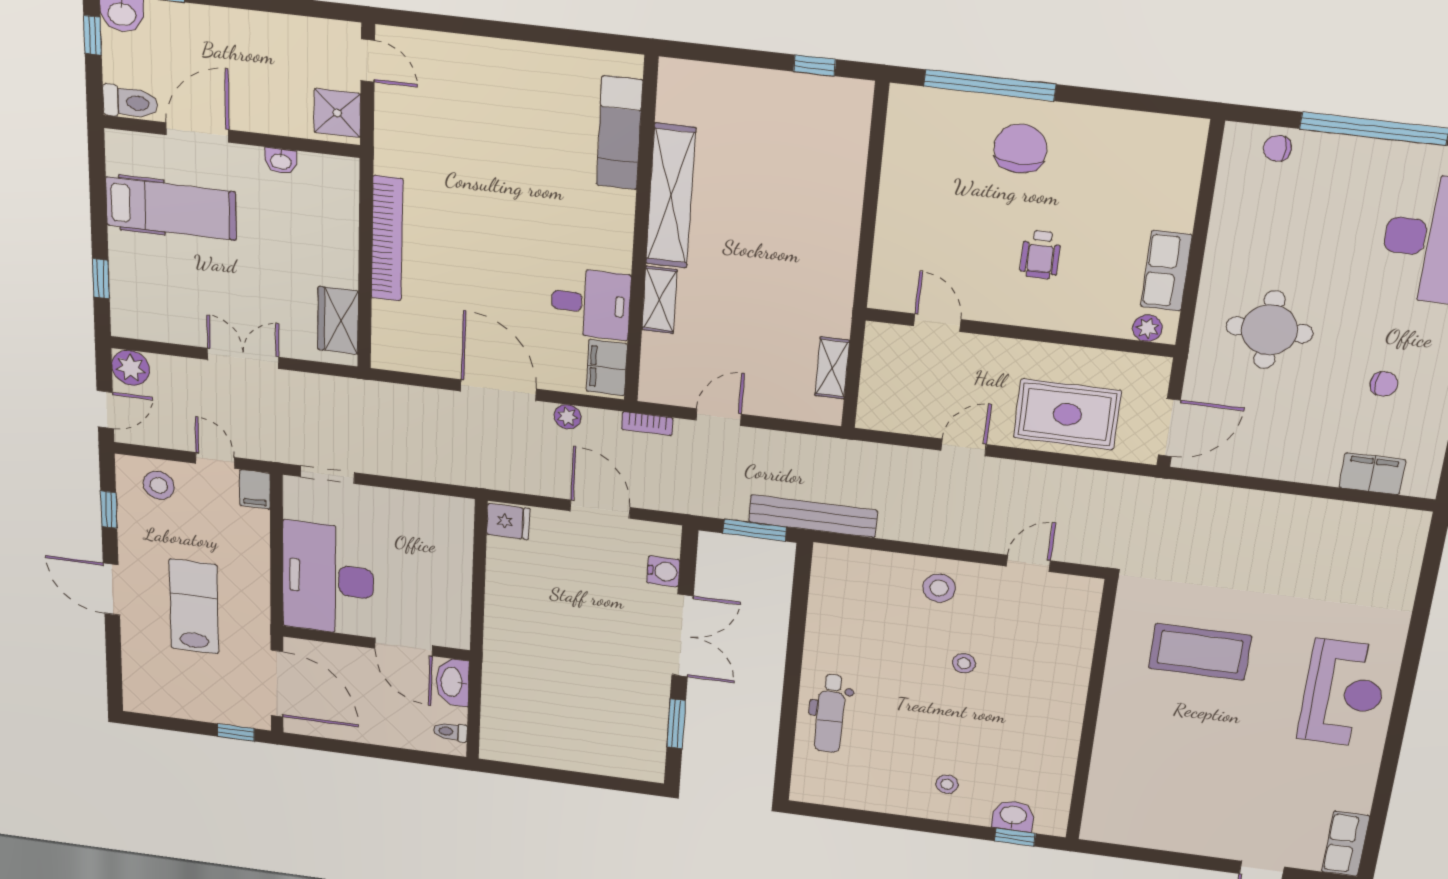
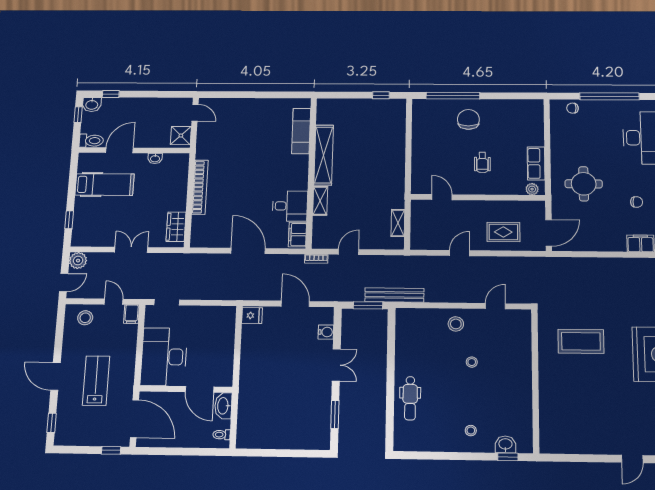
rug: (1067, 414) -> (503, 232), width x0.73, depth x0.70
plant: (567, 417) -> (280, 260), removed
window: (109, 509) -> (52, 423), moved
double door: (683, 636) -> (336, 365), width x0.73

